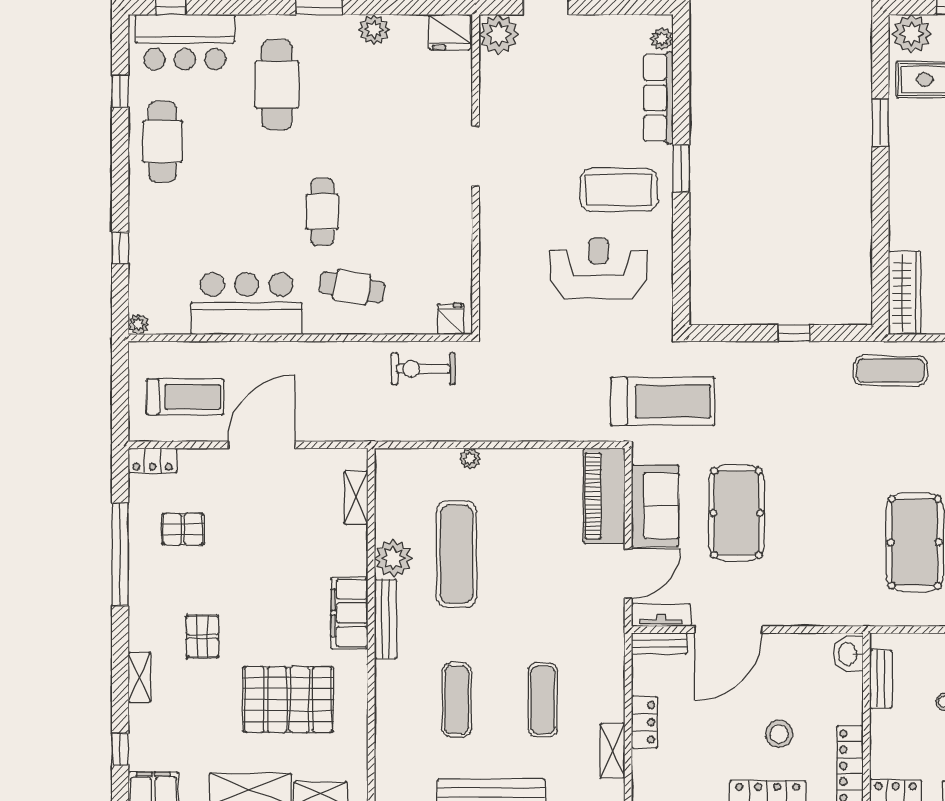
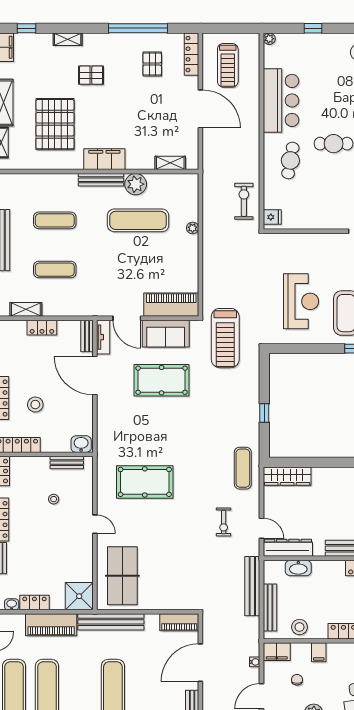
locker: (153, 461) -> (191, 54), width x1.53

